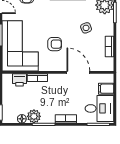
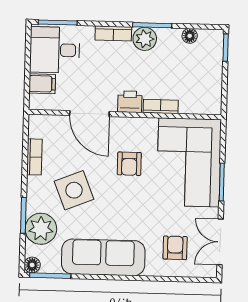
side table: (86, 28) -> (74, 190), width x1.87, depth x1.87
armchair: (55, 44) -> (129, 164), turned -90
printer: (20, 80) -> (130, 102), moved
plant: (34, 116) -> (145, 39), moved

